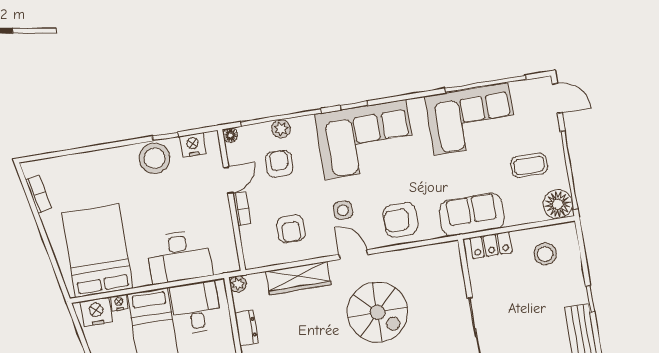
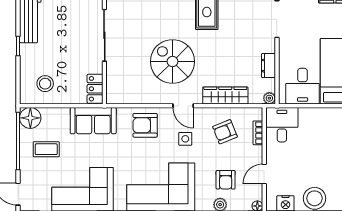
bookcase: (242, 209) -> (258, 133), moved
armchair: (400, 220) -> (145, 125), turned 180
armchair: (291, 229) -> (225, 132), turned -112
locker: (491, 245) -> (95, 89), moved, turned -90
desk: (179, 257) -> (282, 125), moved, width x0.73

